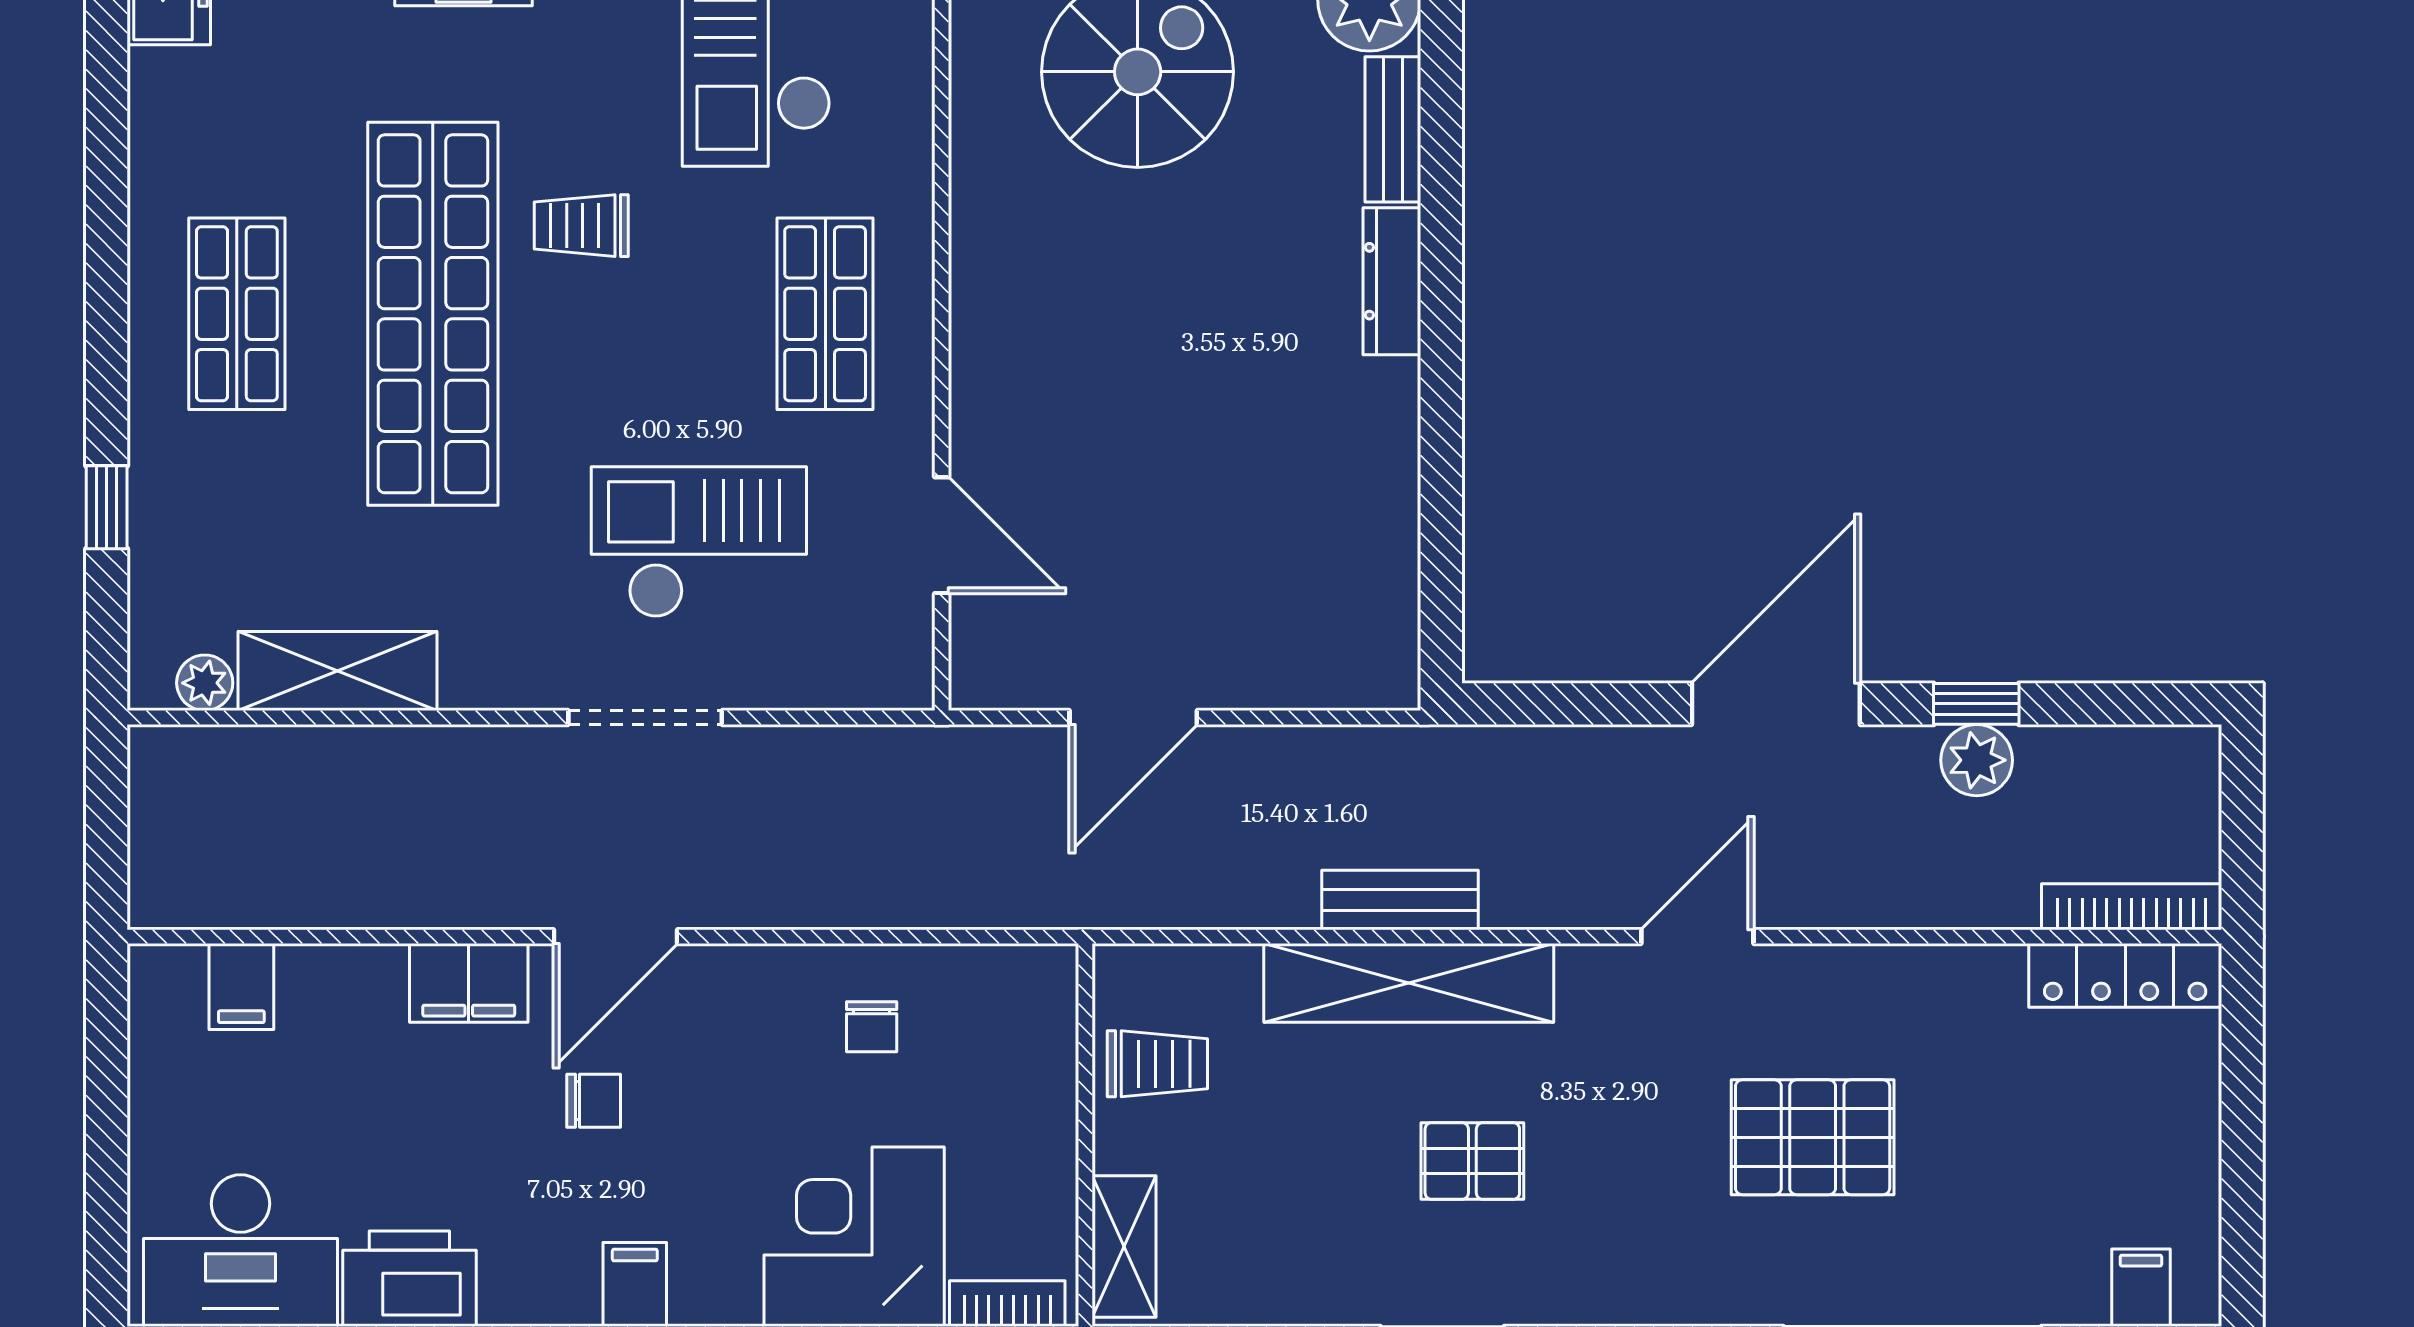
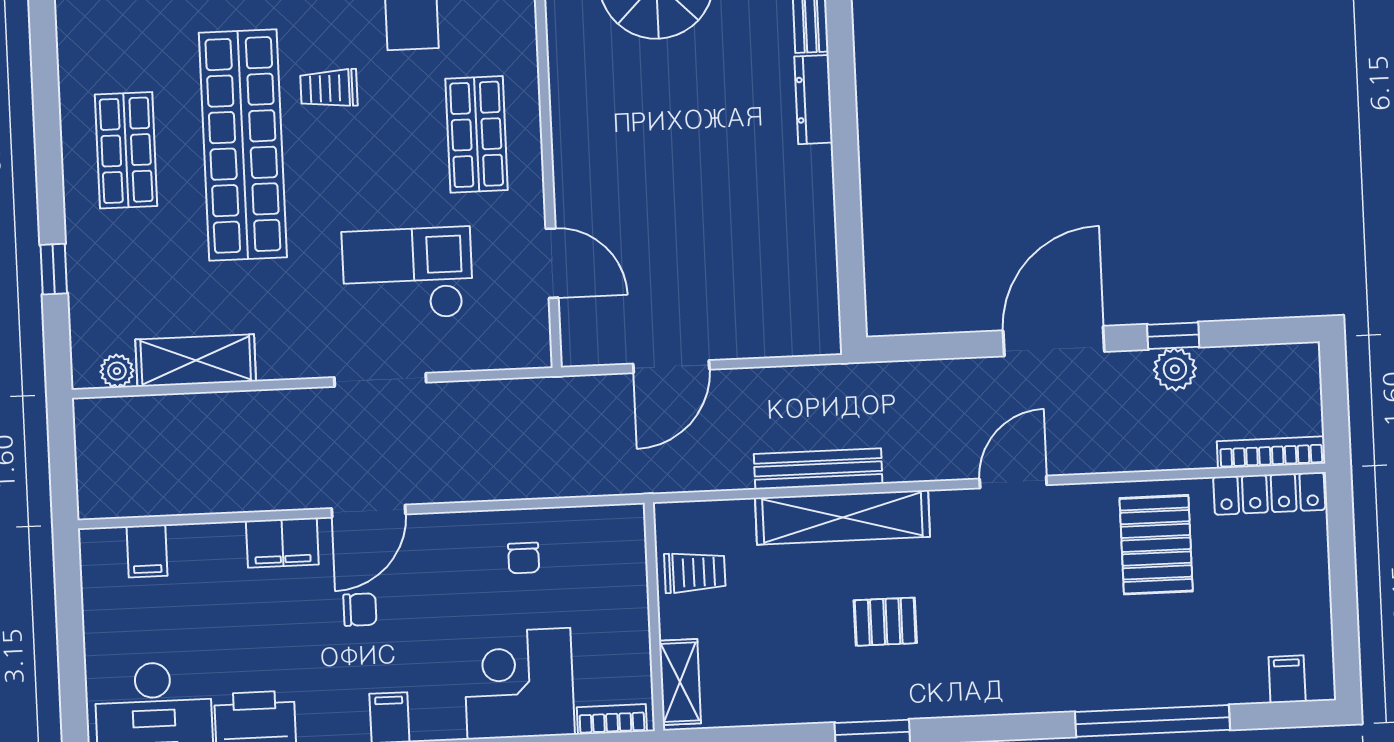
bench: (1400, 900) -> (818, 469), width x1.36
pallet: (1813, 1137) -> (1156, 545), moved, turned 90

